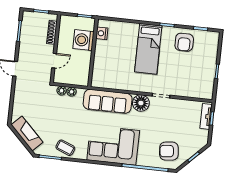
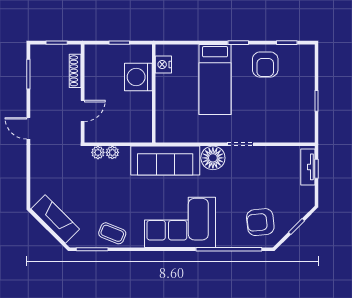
nightstand: (102, 33) -> (163, 65), moved
washing machine: (83, 40) -> (138, 77), moved
wall: (93, 53) -> (154, 93), moved

